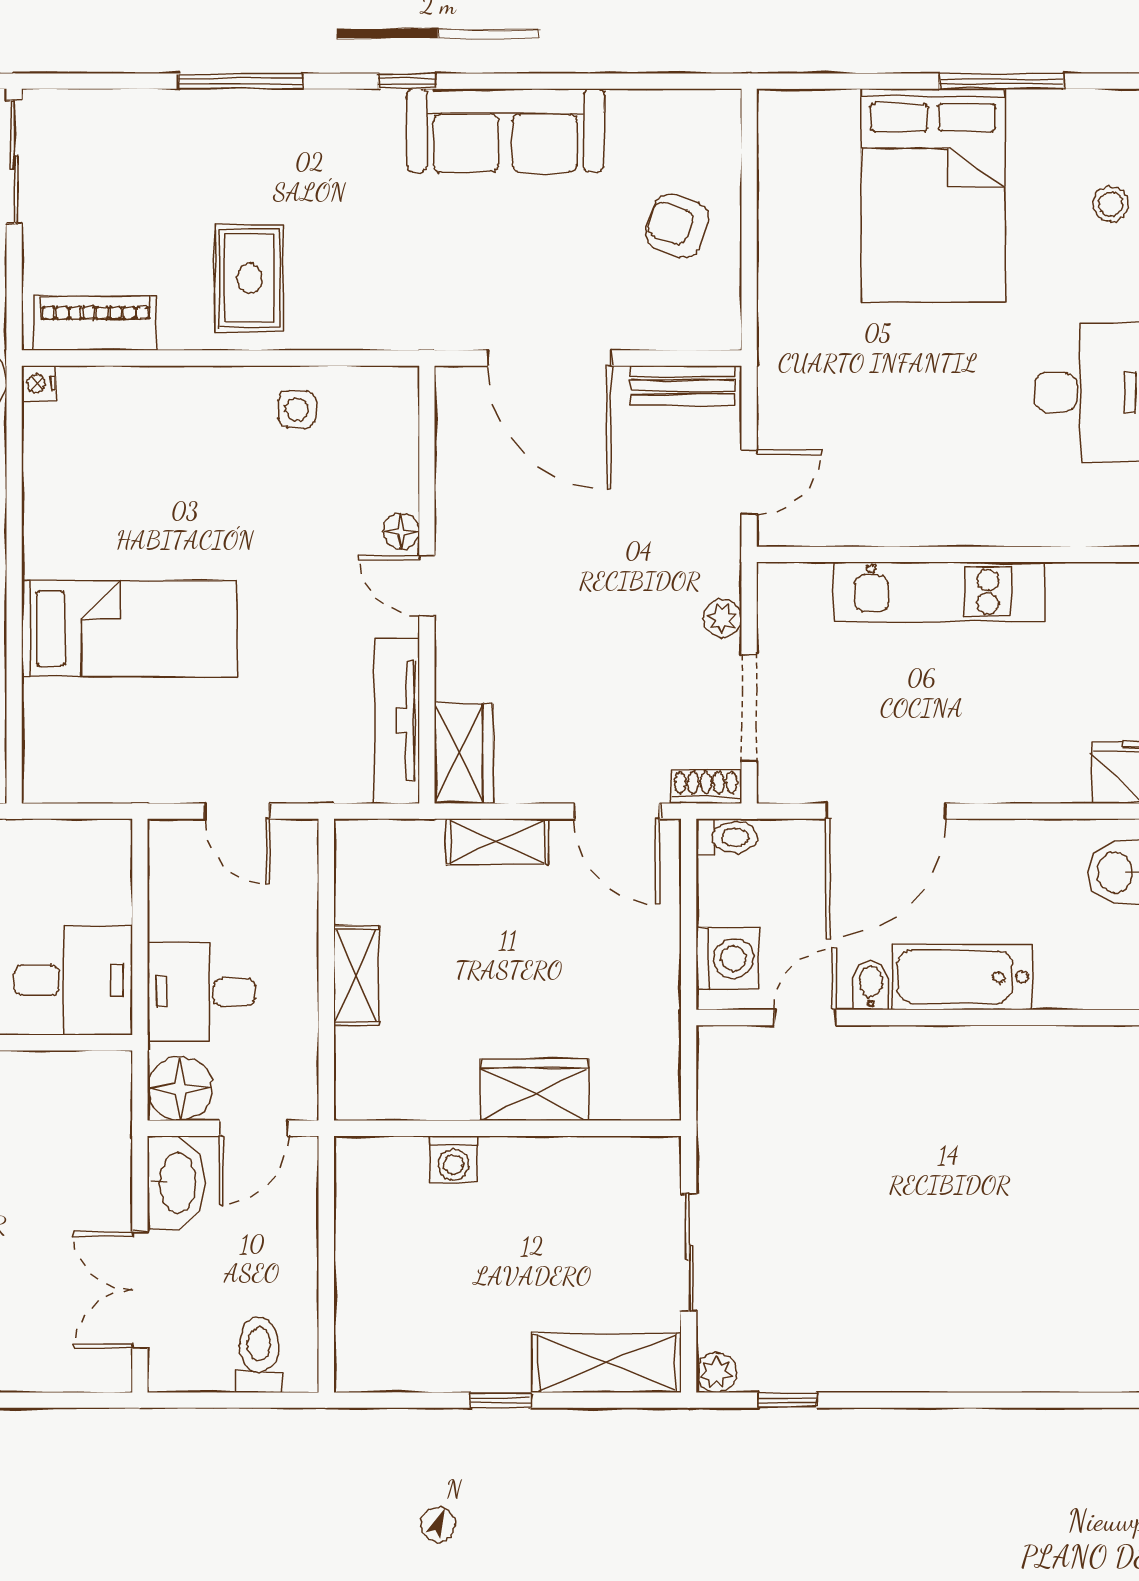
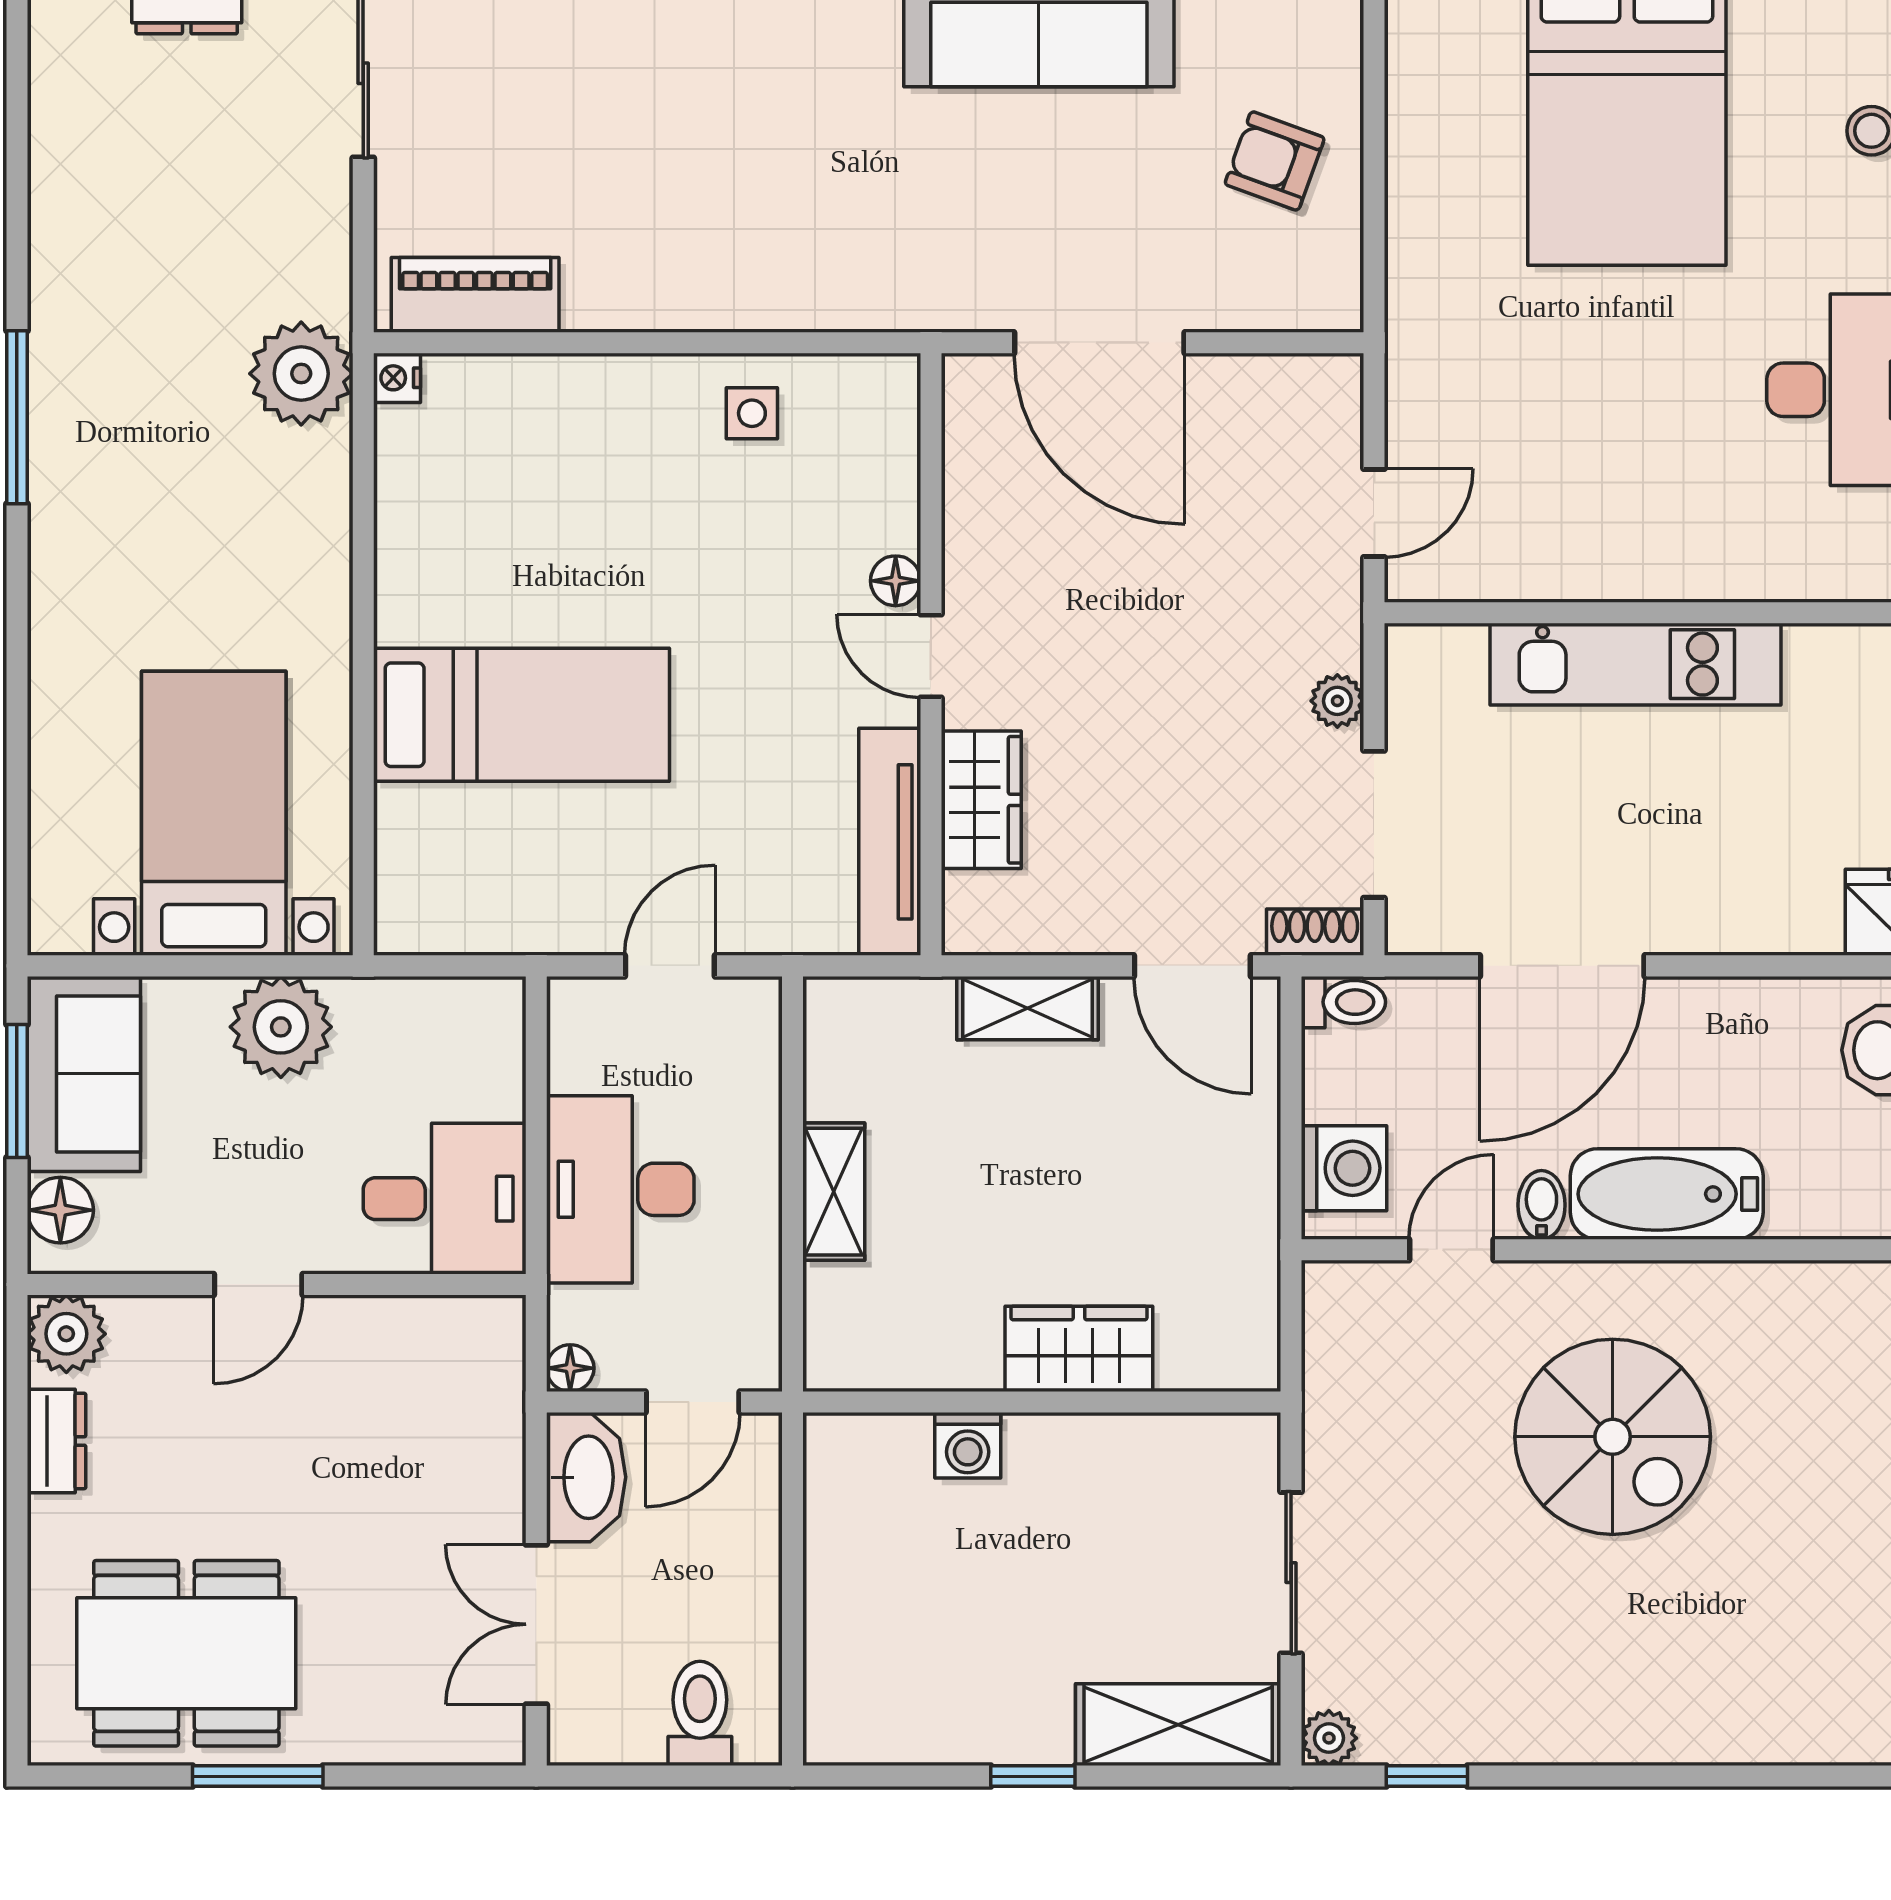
rug: (249, 278) -> (687, 233), removed
bench: (683, 385) -> (1283, 380), removed
wardrobe: (463, 753) -> (981, 800), moved
door: (237, 811) -> (670, 966), swing flipped
desk: (201, 992) -> (620, 1189), width x1.37
floor lamp: (180, 1088) -> (570, 1368), width x0.53, depth x0.53
spiral stairs: (923, 1154) -> (1613, 1437), added

